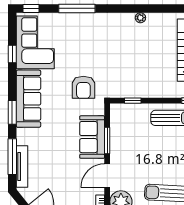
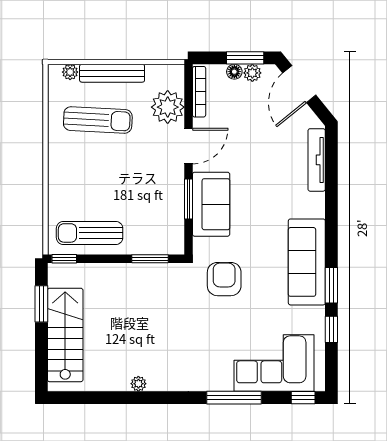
corner sofa: (35, 42) -> (274, 363), moved, turned 90
window: (133, 101) -> (150, 259), width x1.50
window: (12, 112) -> (331, 285), moved
window: (12, 157) -> (331, 175), removed

